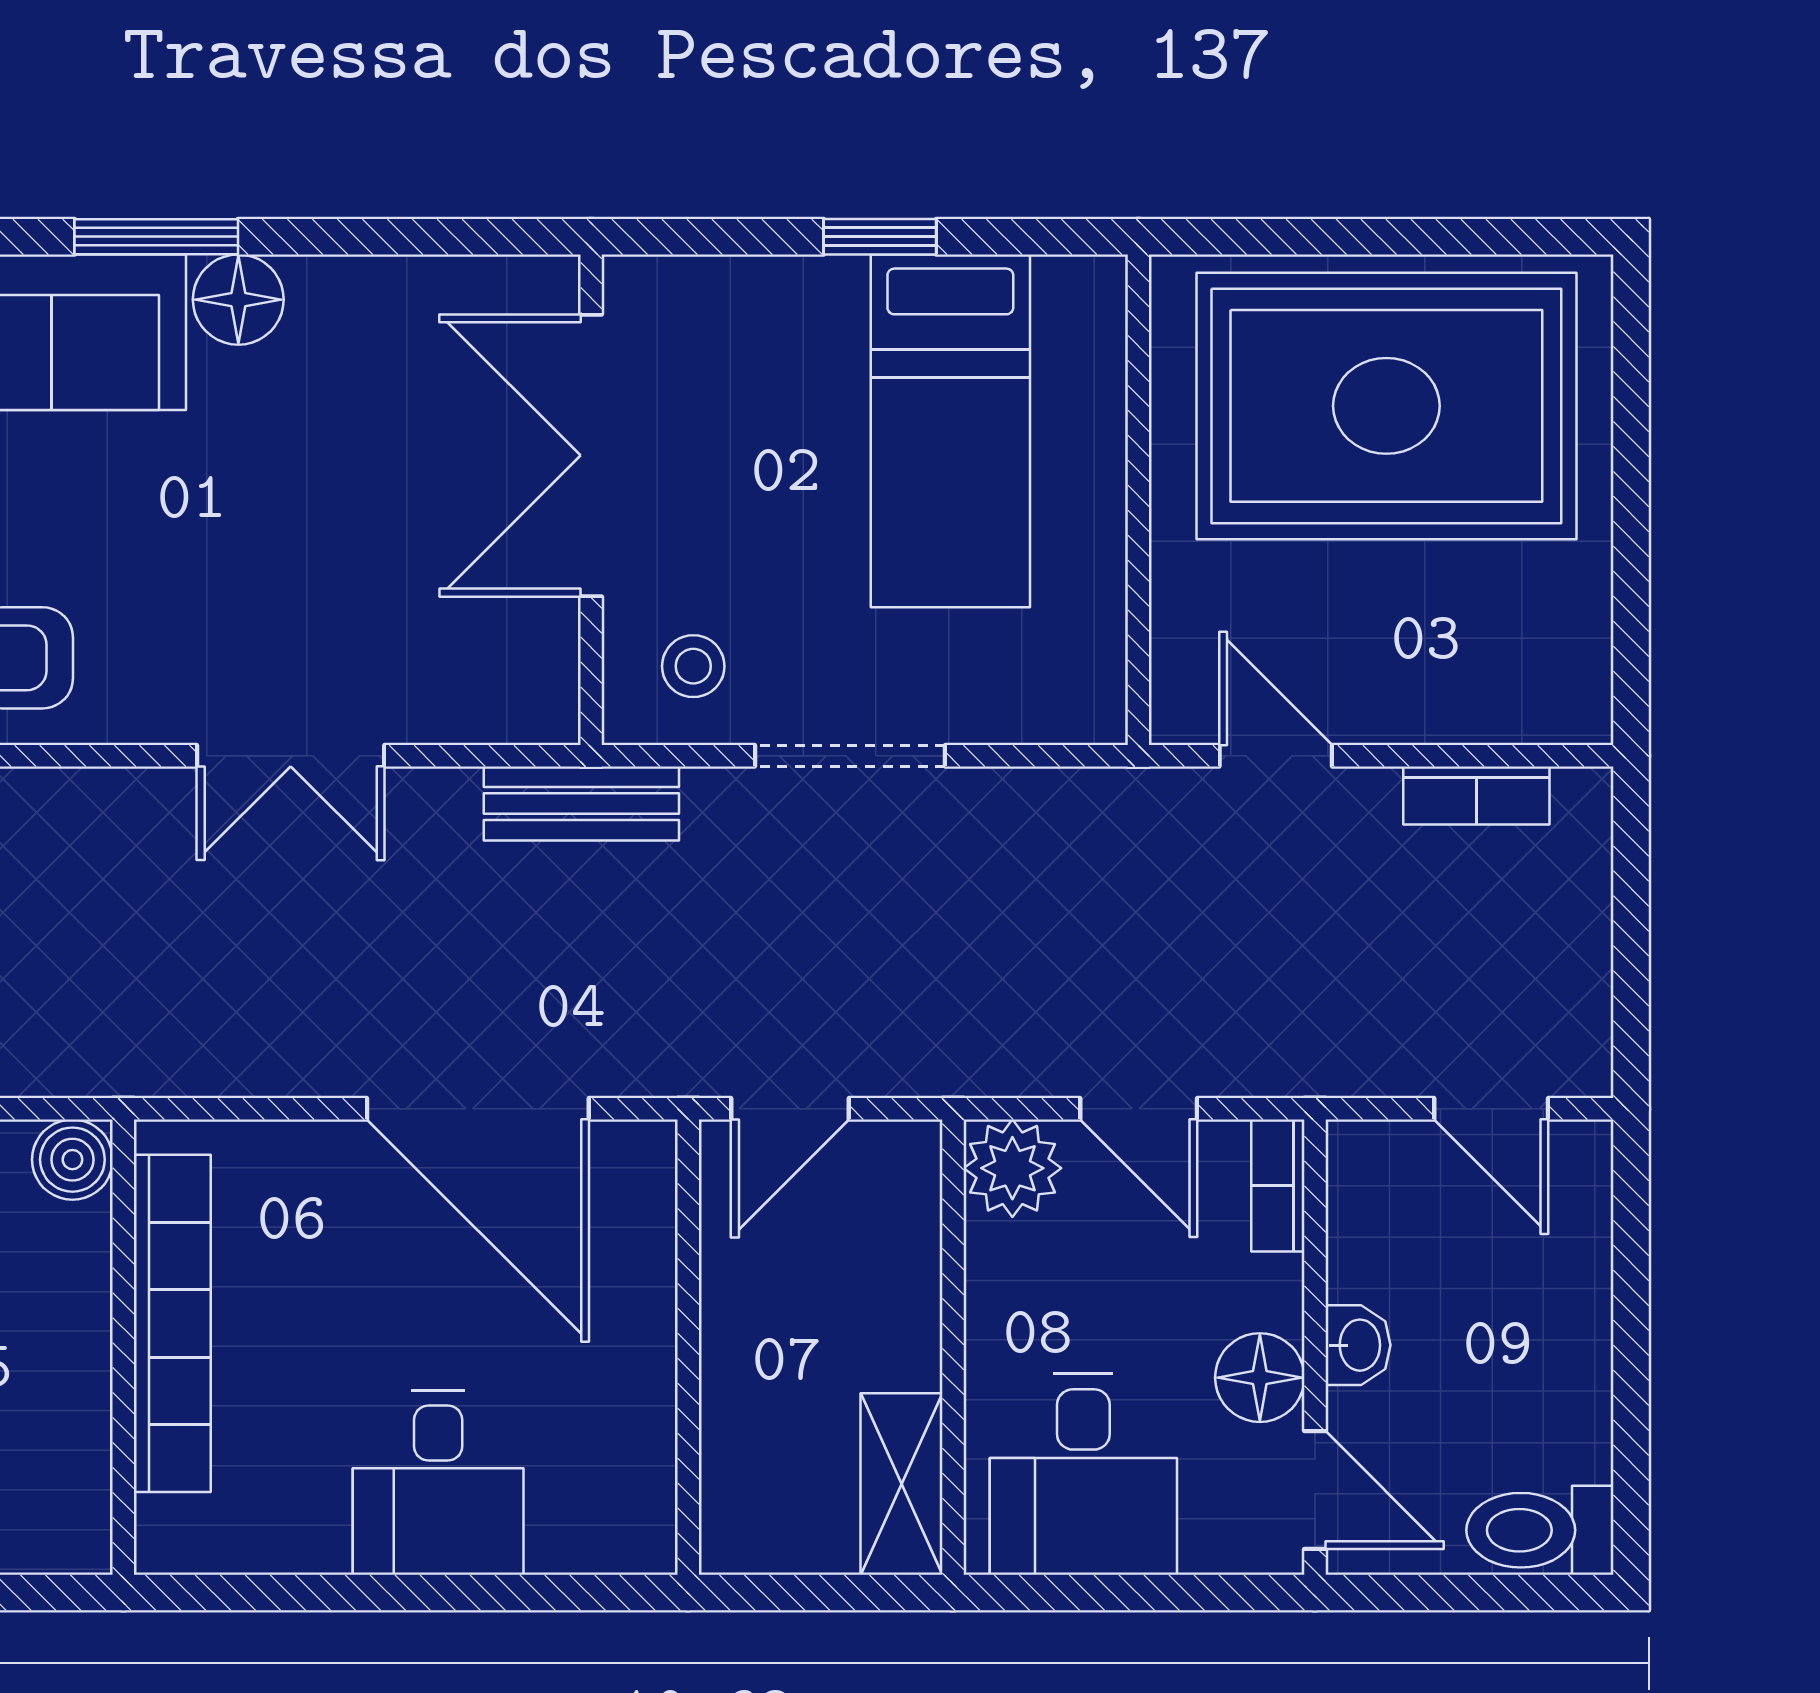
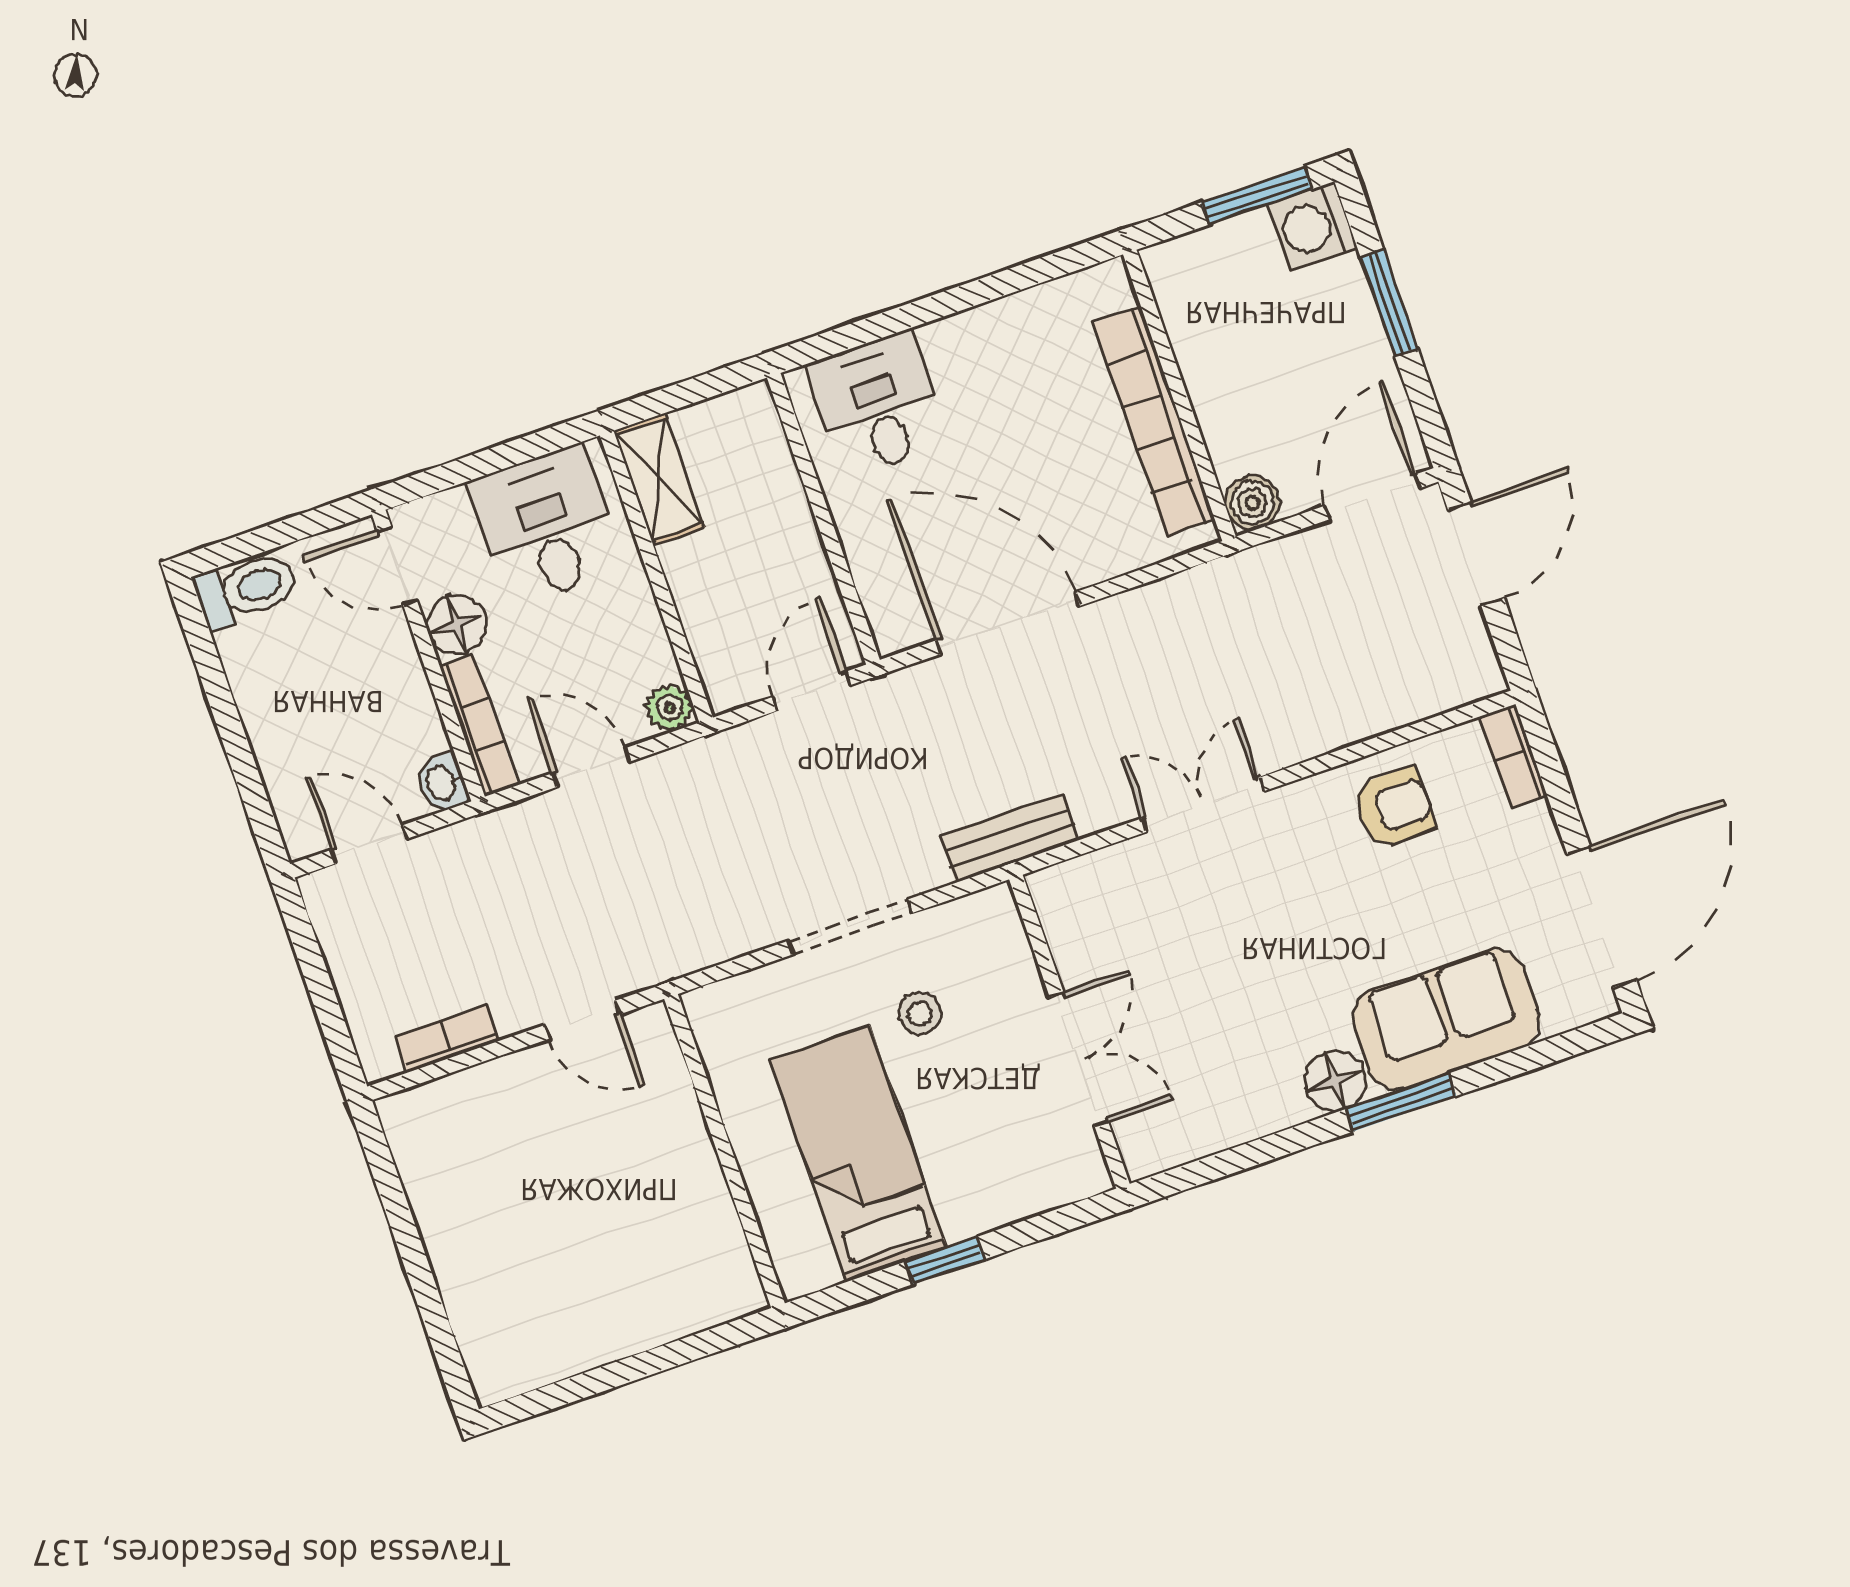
rug: (1386, 406) -> (589, 1264), removed
double door: (591, 455) -> (1079, 1060), width x0.73
stool: (693, 666) -> (920, 1014), moved
plant: (1012, 1168) -> (669, 708), width x0.73, depth x0.73
bookcase: (1278, 1185) -> (479, 726), width x1.56
washbasin: (1358, 1345) -> (442, 783), moved
desk: (438, 1483) -> (878, 404), moved

